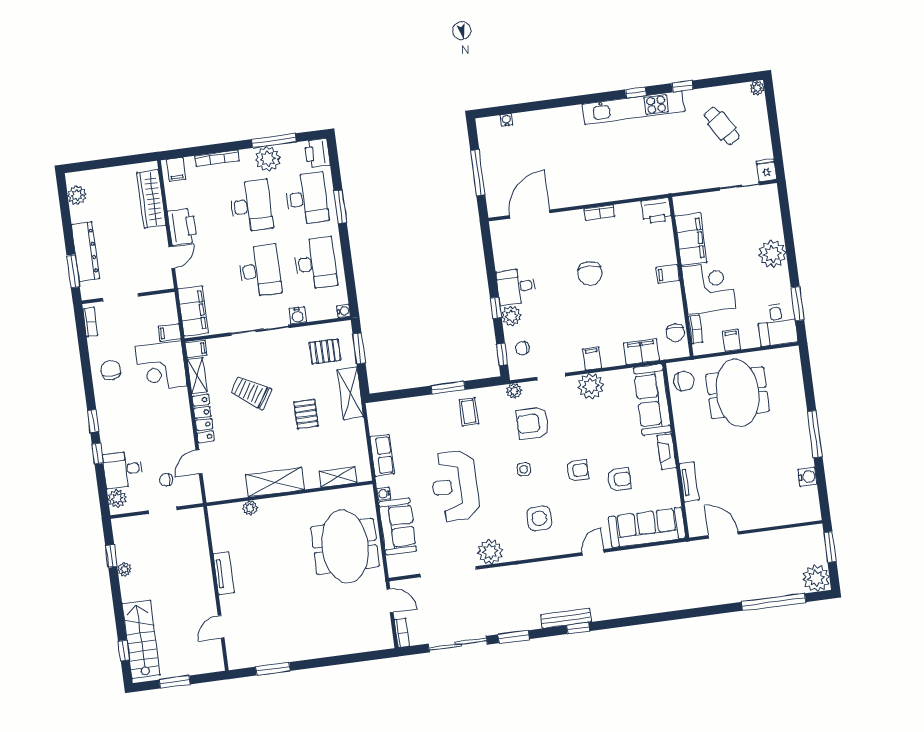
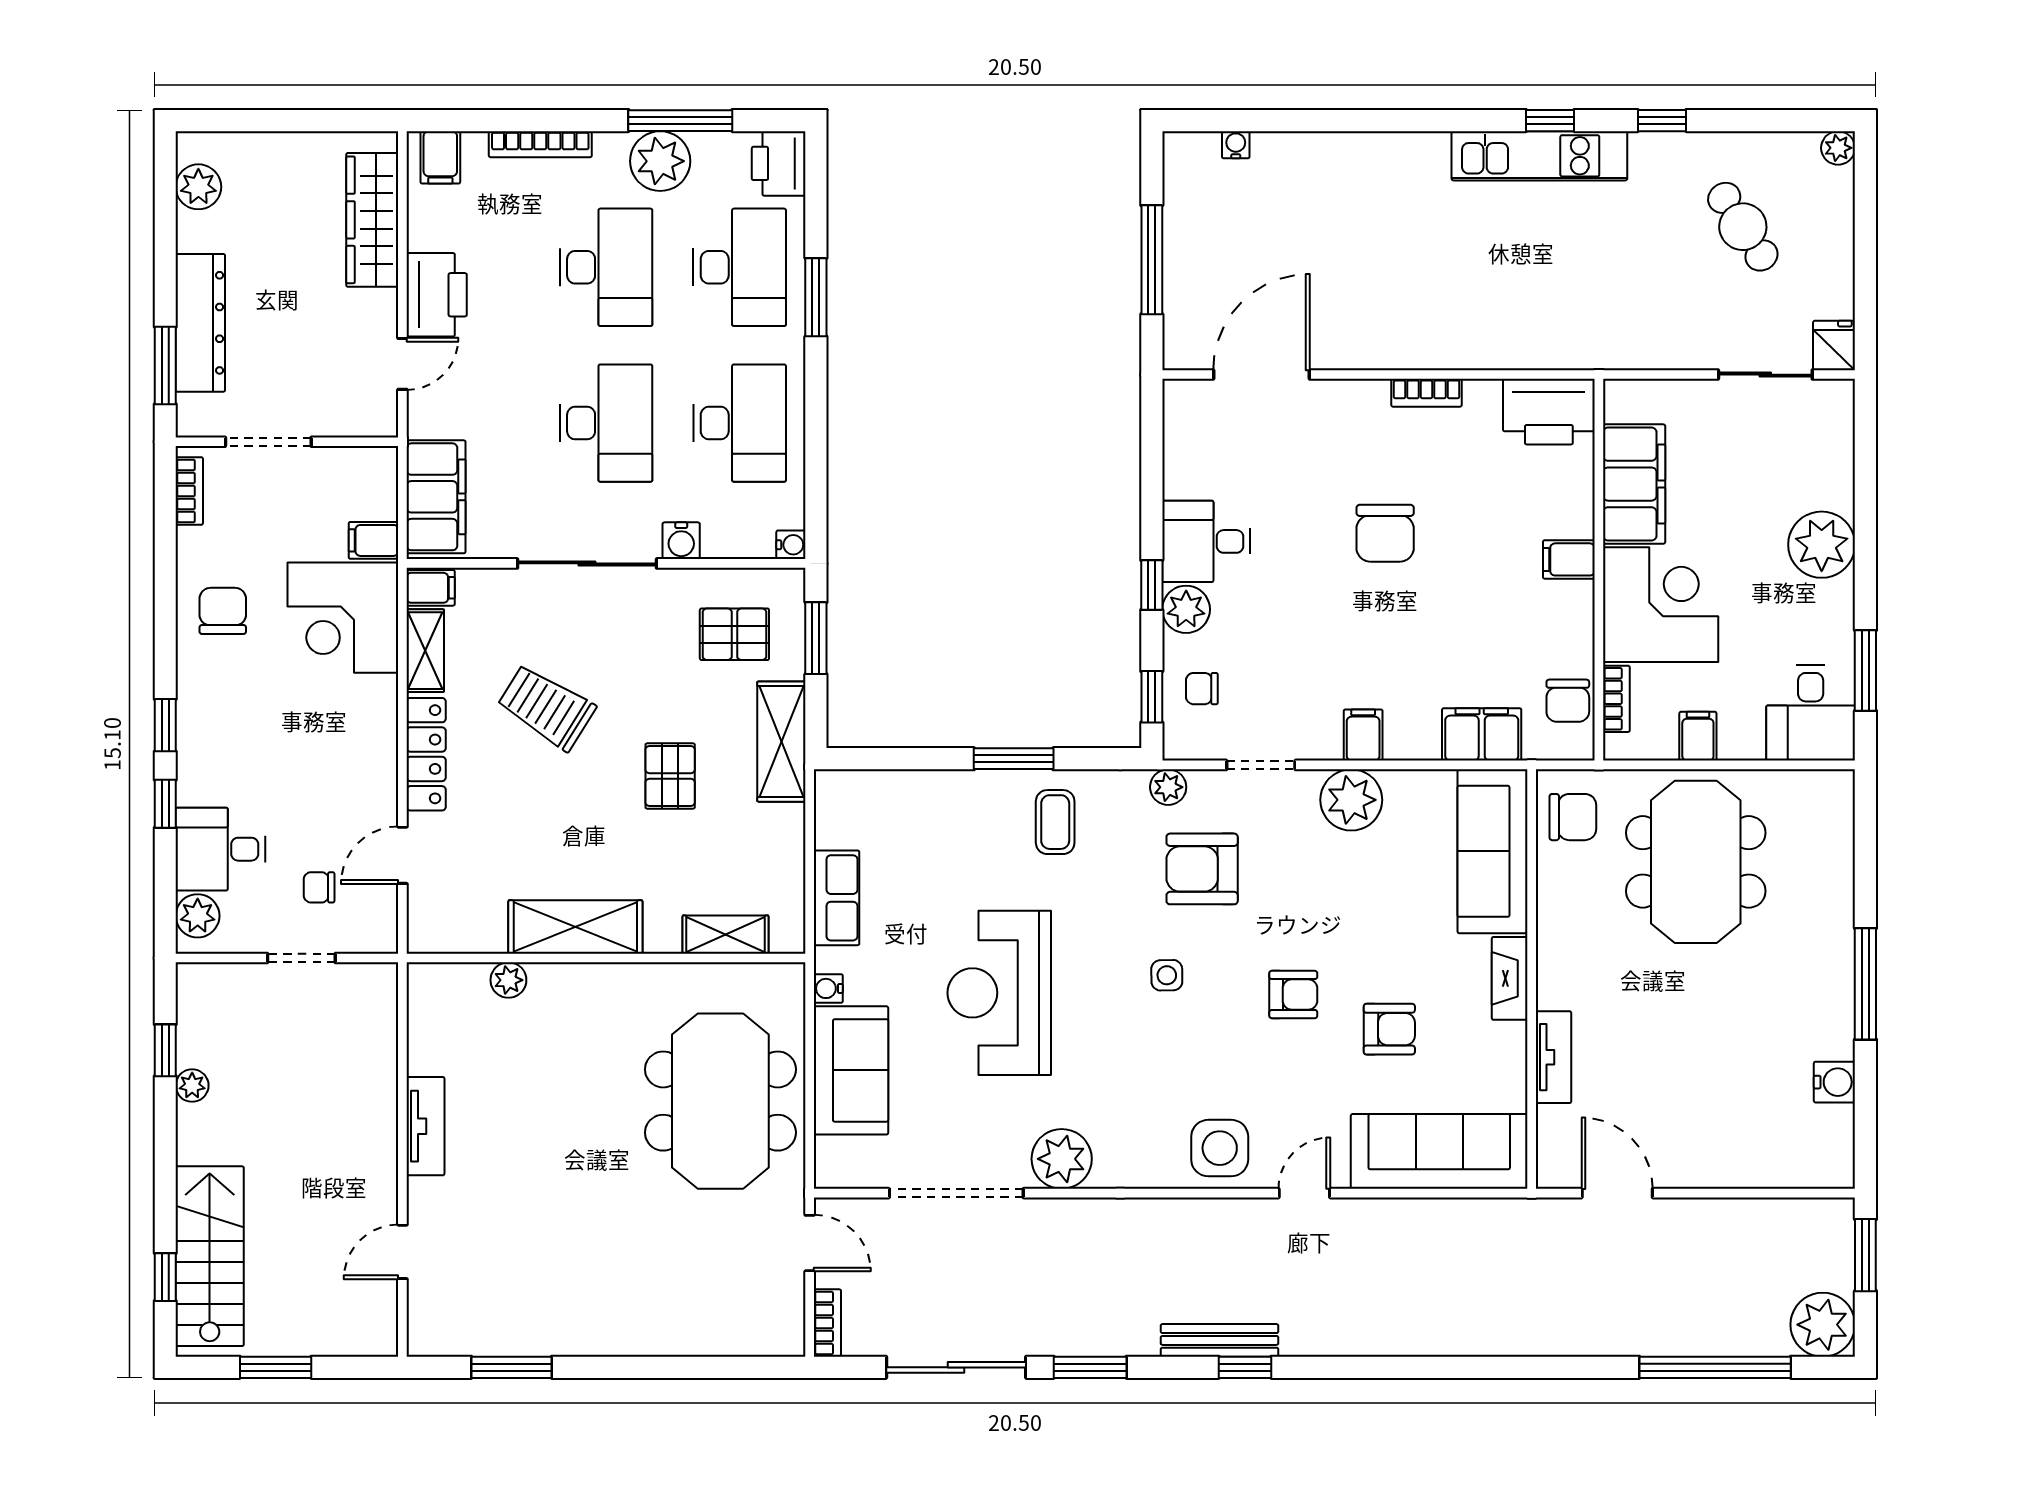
kitchen unit: (633, 108) -> (1539, 156), width x0.73
printer: (656, 211) -> (1549, 412), width x1.37, depth x1.19
side table: (539, 518) -> (1220, 1148), moved

